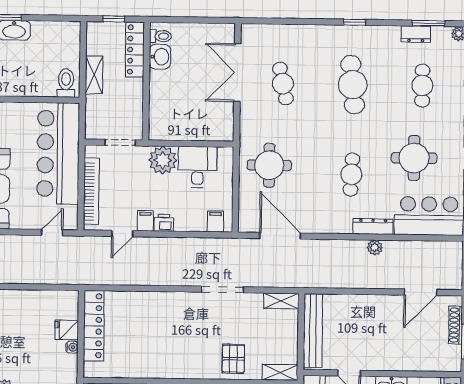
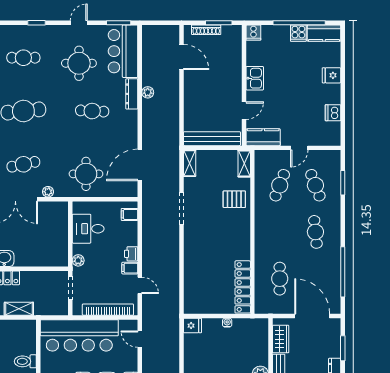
toilet: (66, 83) -> (25, 361), moved
plant: (247, 115) -> (48, 192), added
plant: (163, 160) -> (78, 260), width x0.53, depth x0.53
locker: (94, 326) -> (243, 287), moved, turned -90
fridge: (67, 330) -> (192, 326), moved, turned -90

